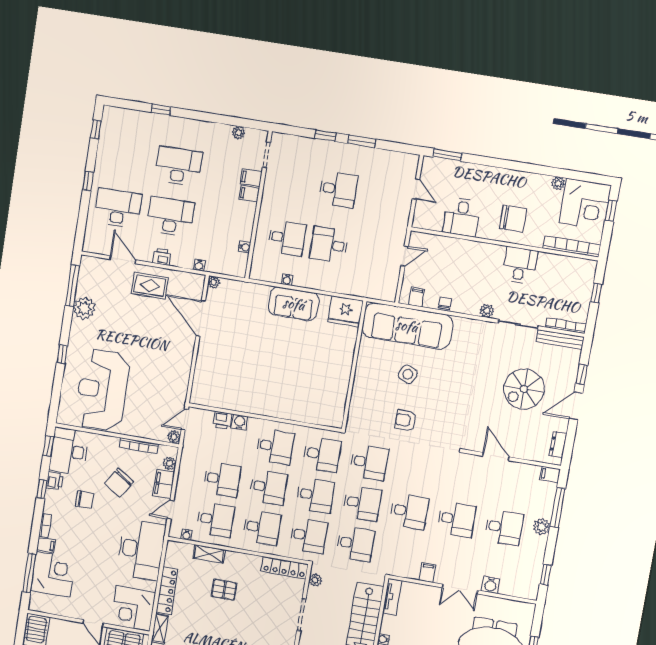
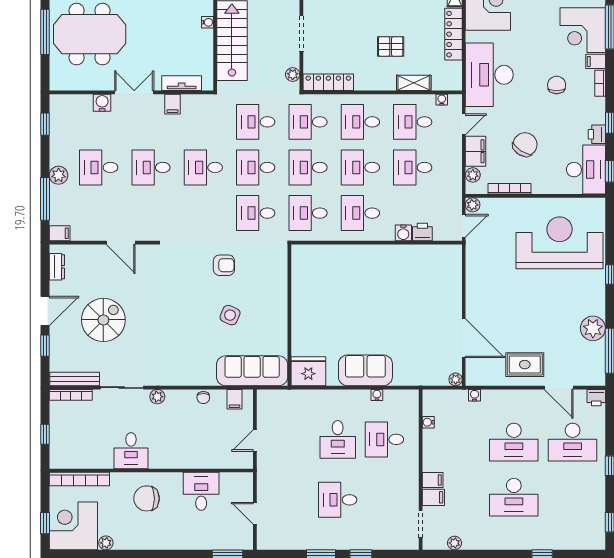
desk: (329, 245) -> (338, 439), turned 90
printer: (162, 257) -> (596, 398), moved
sofa: (407, 326) -> (252, 371), width x0.74, depth x0.79
reception desk: (102, 390) -> (560, 243), turned -90
chair: (84, 500) -> (557, 85), moved, turned 90
tv unit: (392, 597) -> (182, 83), moved, turned 90

